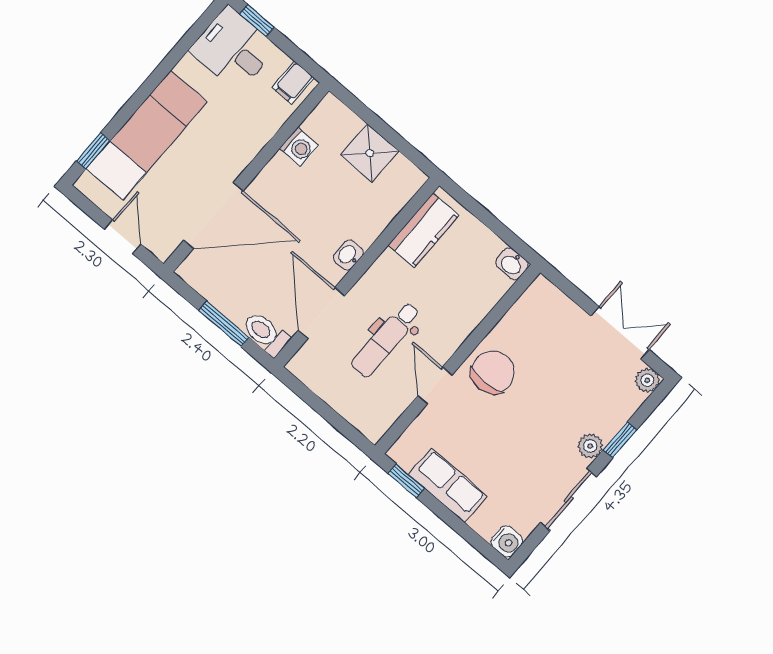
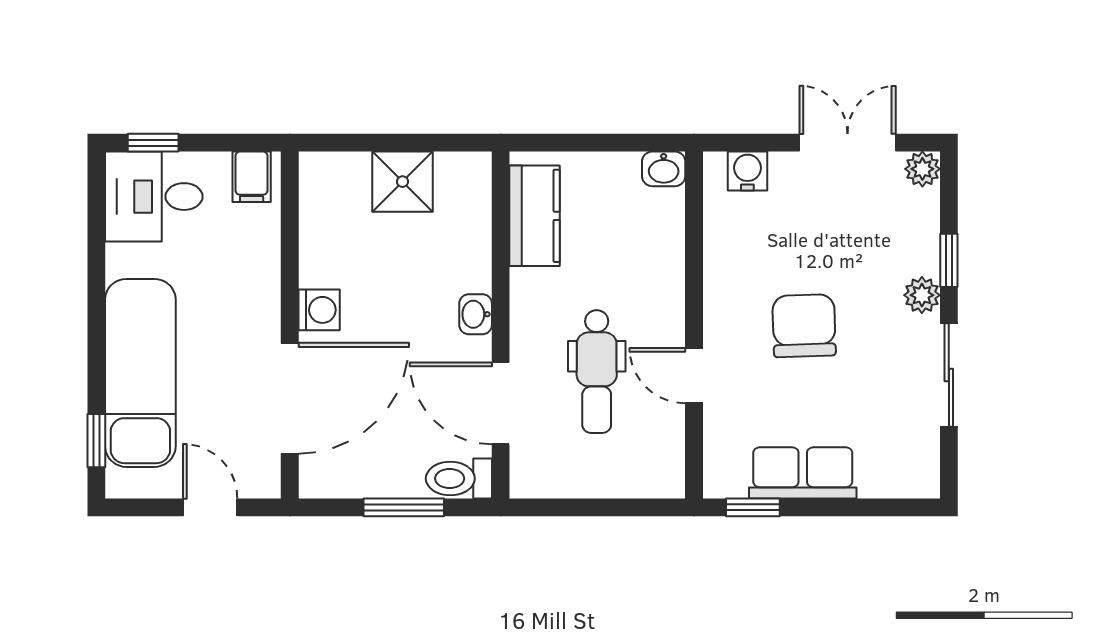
washing machine: (299, 147) -> (319, 310), moved
chair: (493, 372) -> (804, 326), moved
water cooler: (507, 541) -> (747, 171), moved, turned -90

